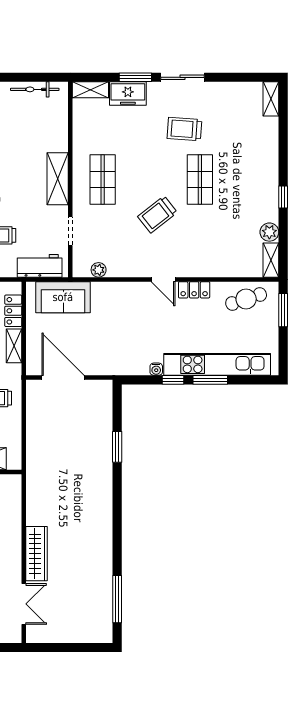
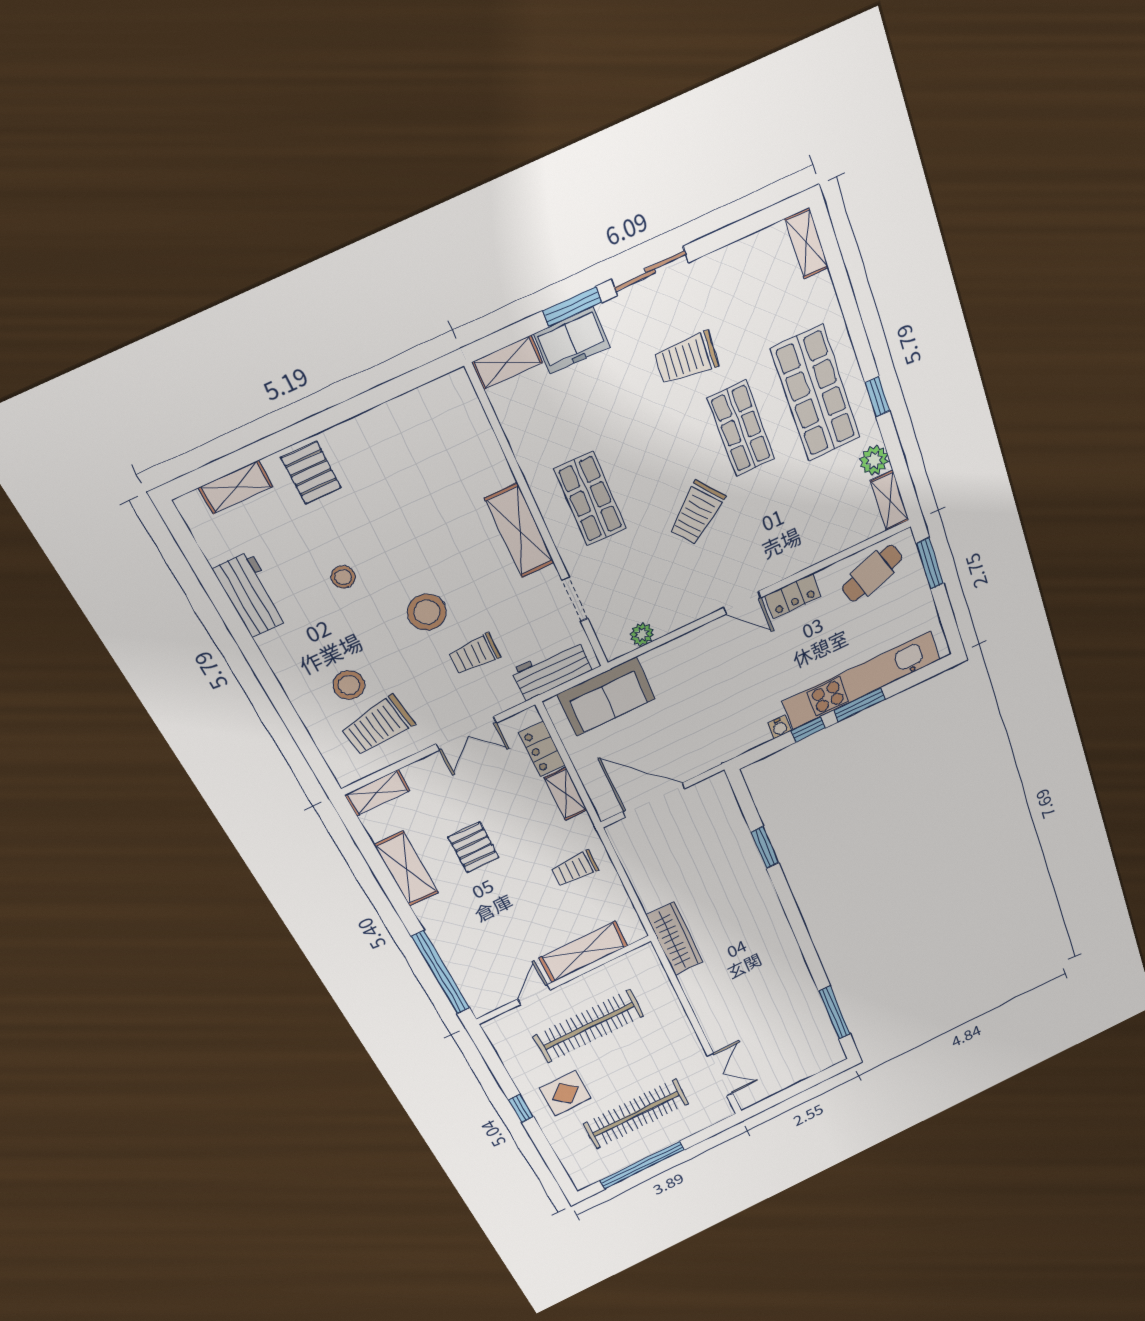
bicycle: (35, 89) -> (415, 404), removed
shop shelf: (248, 179) -> (816, 394), added
wardrobe: (37, 554) -> (675, 939), moved

